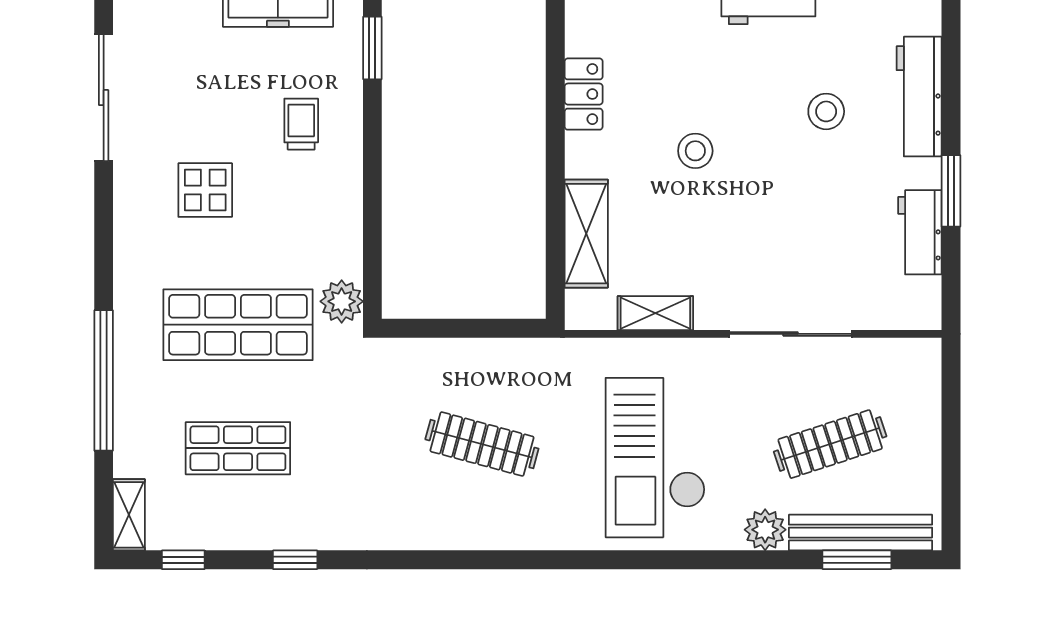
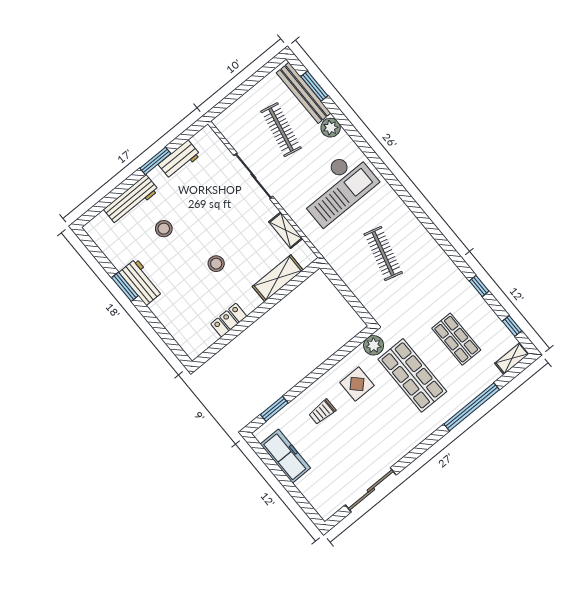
display table: (205, 190) -> (357, 384), moved
clothes rail: (830, 444) -> (281, 130), turned 30

